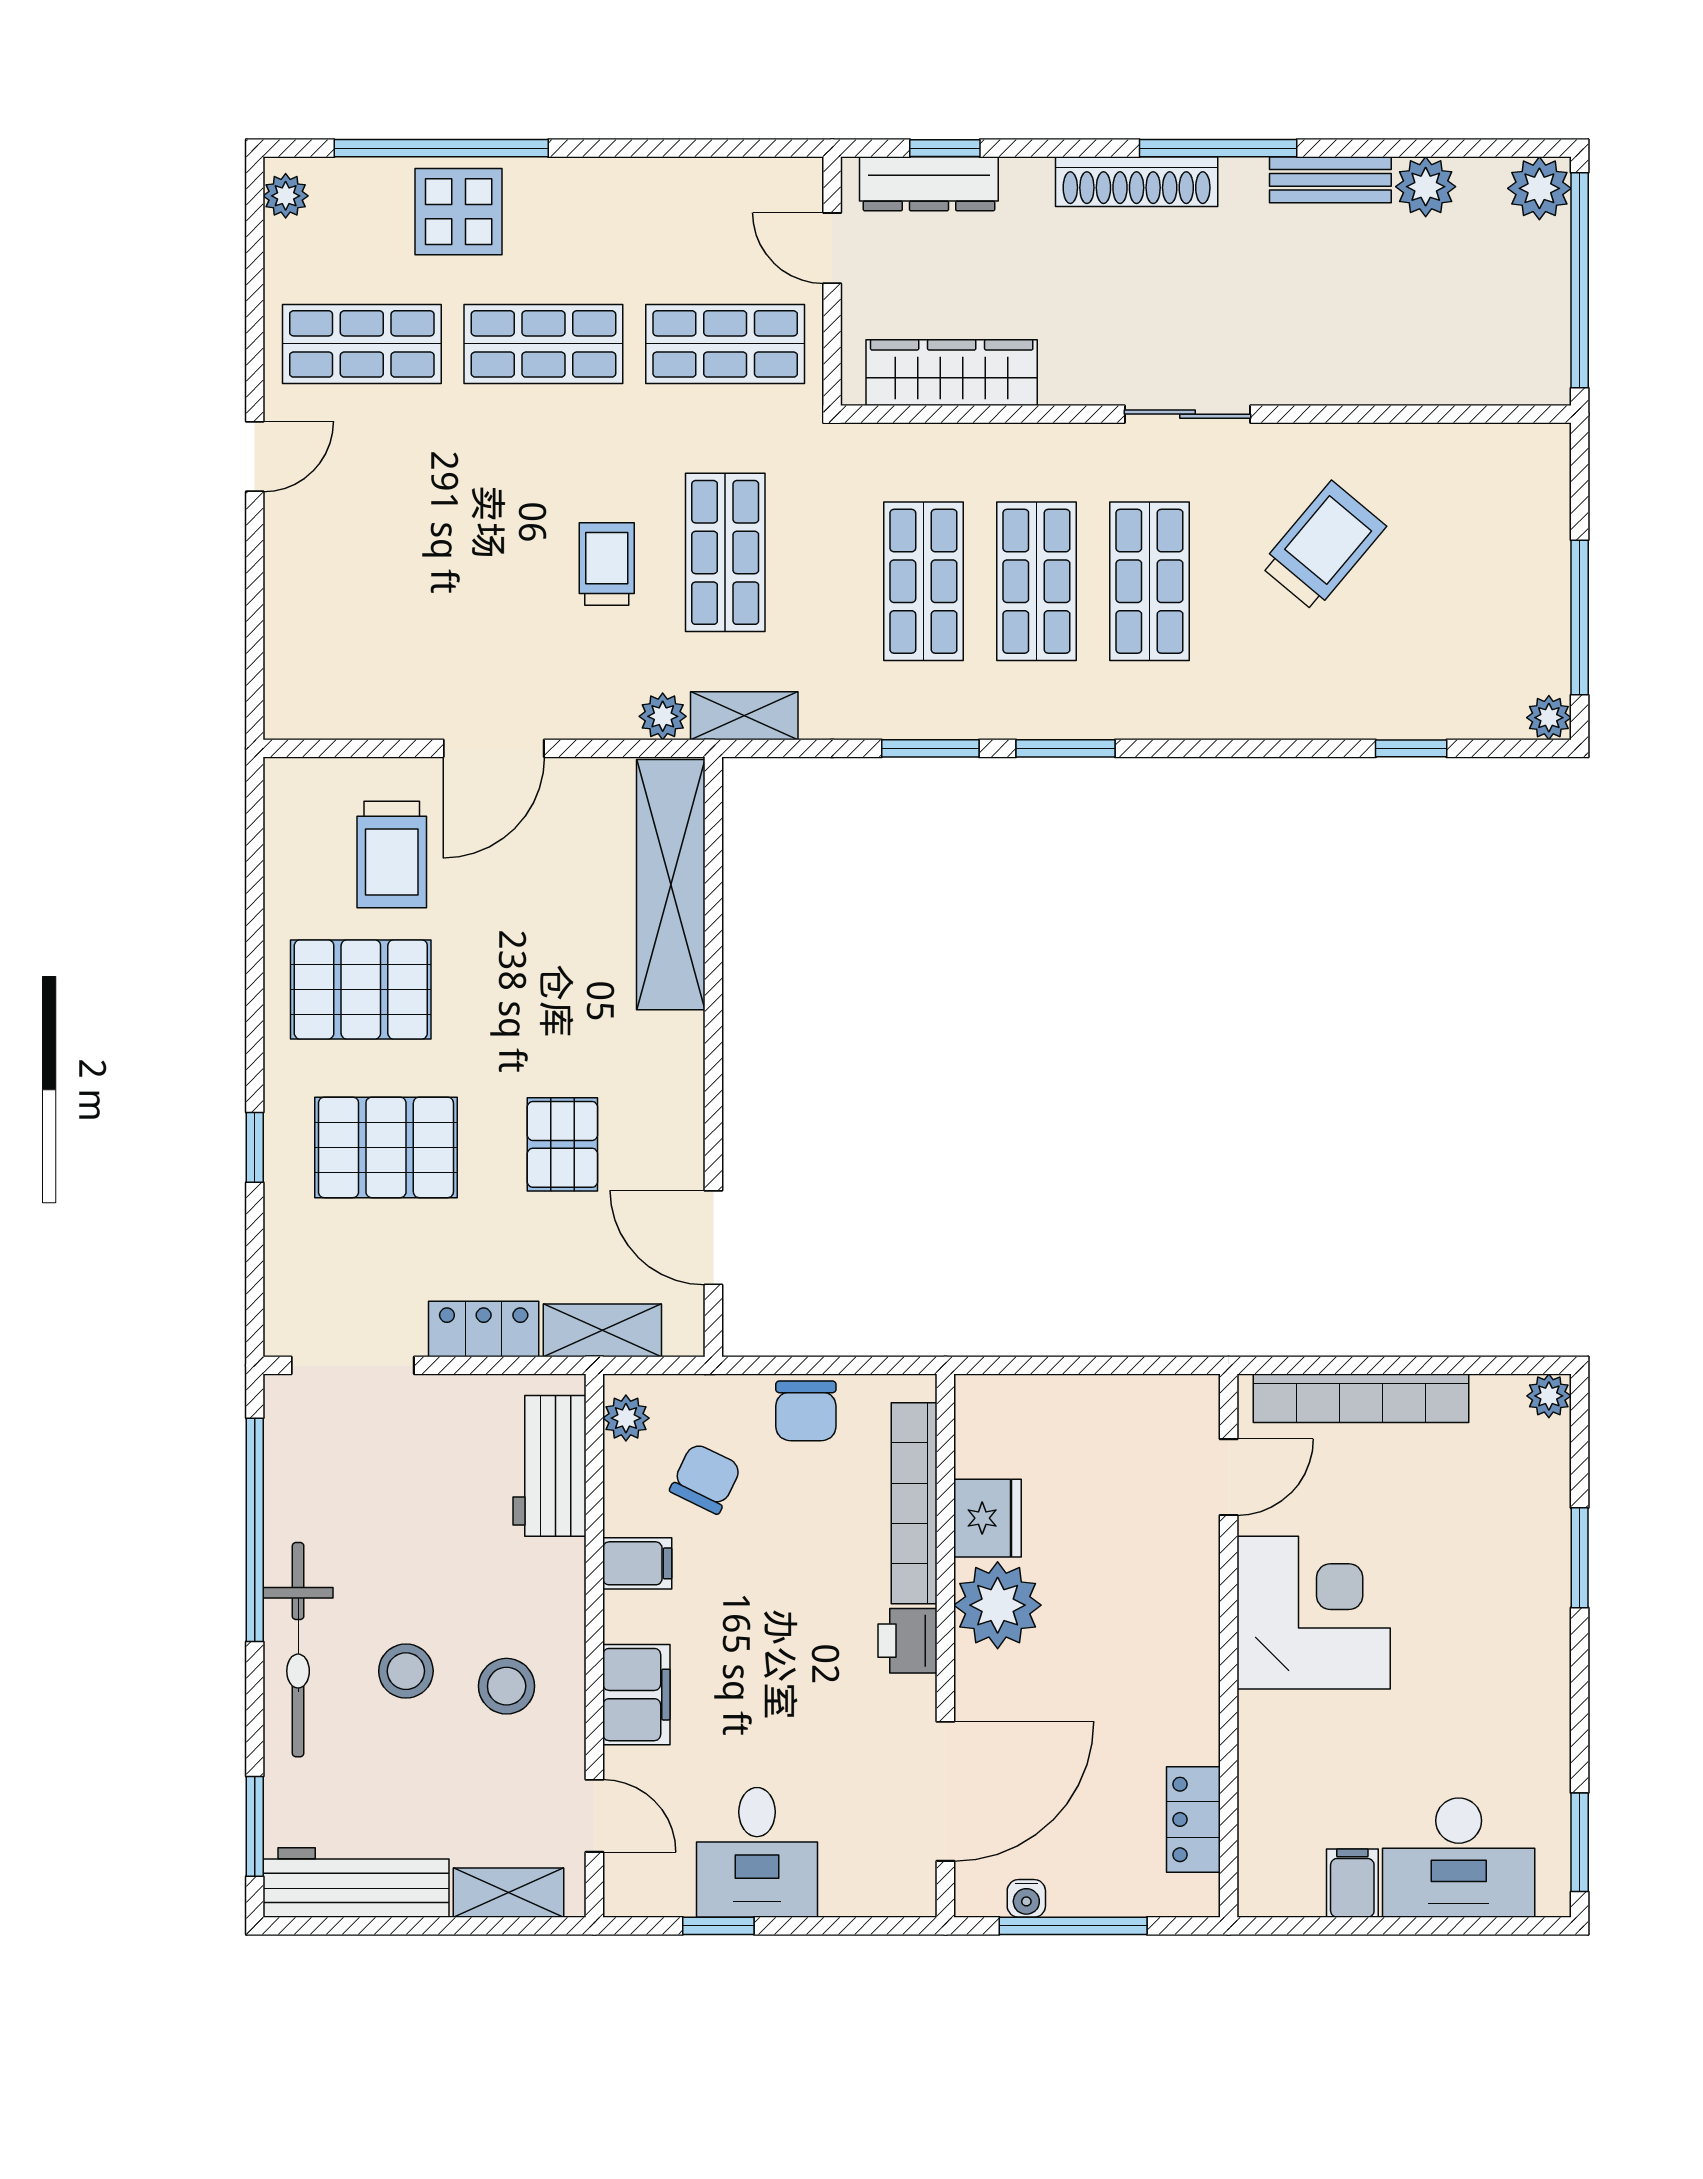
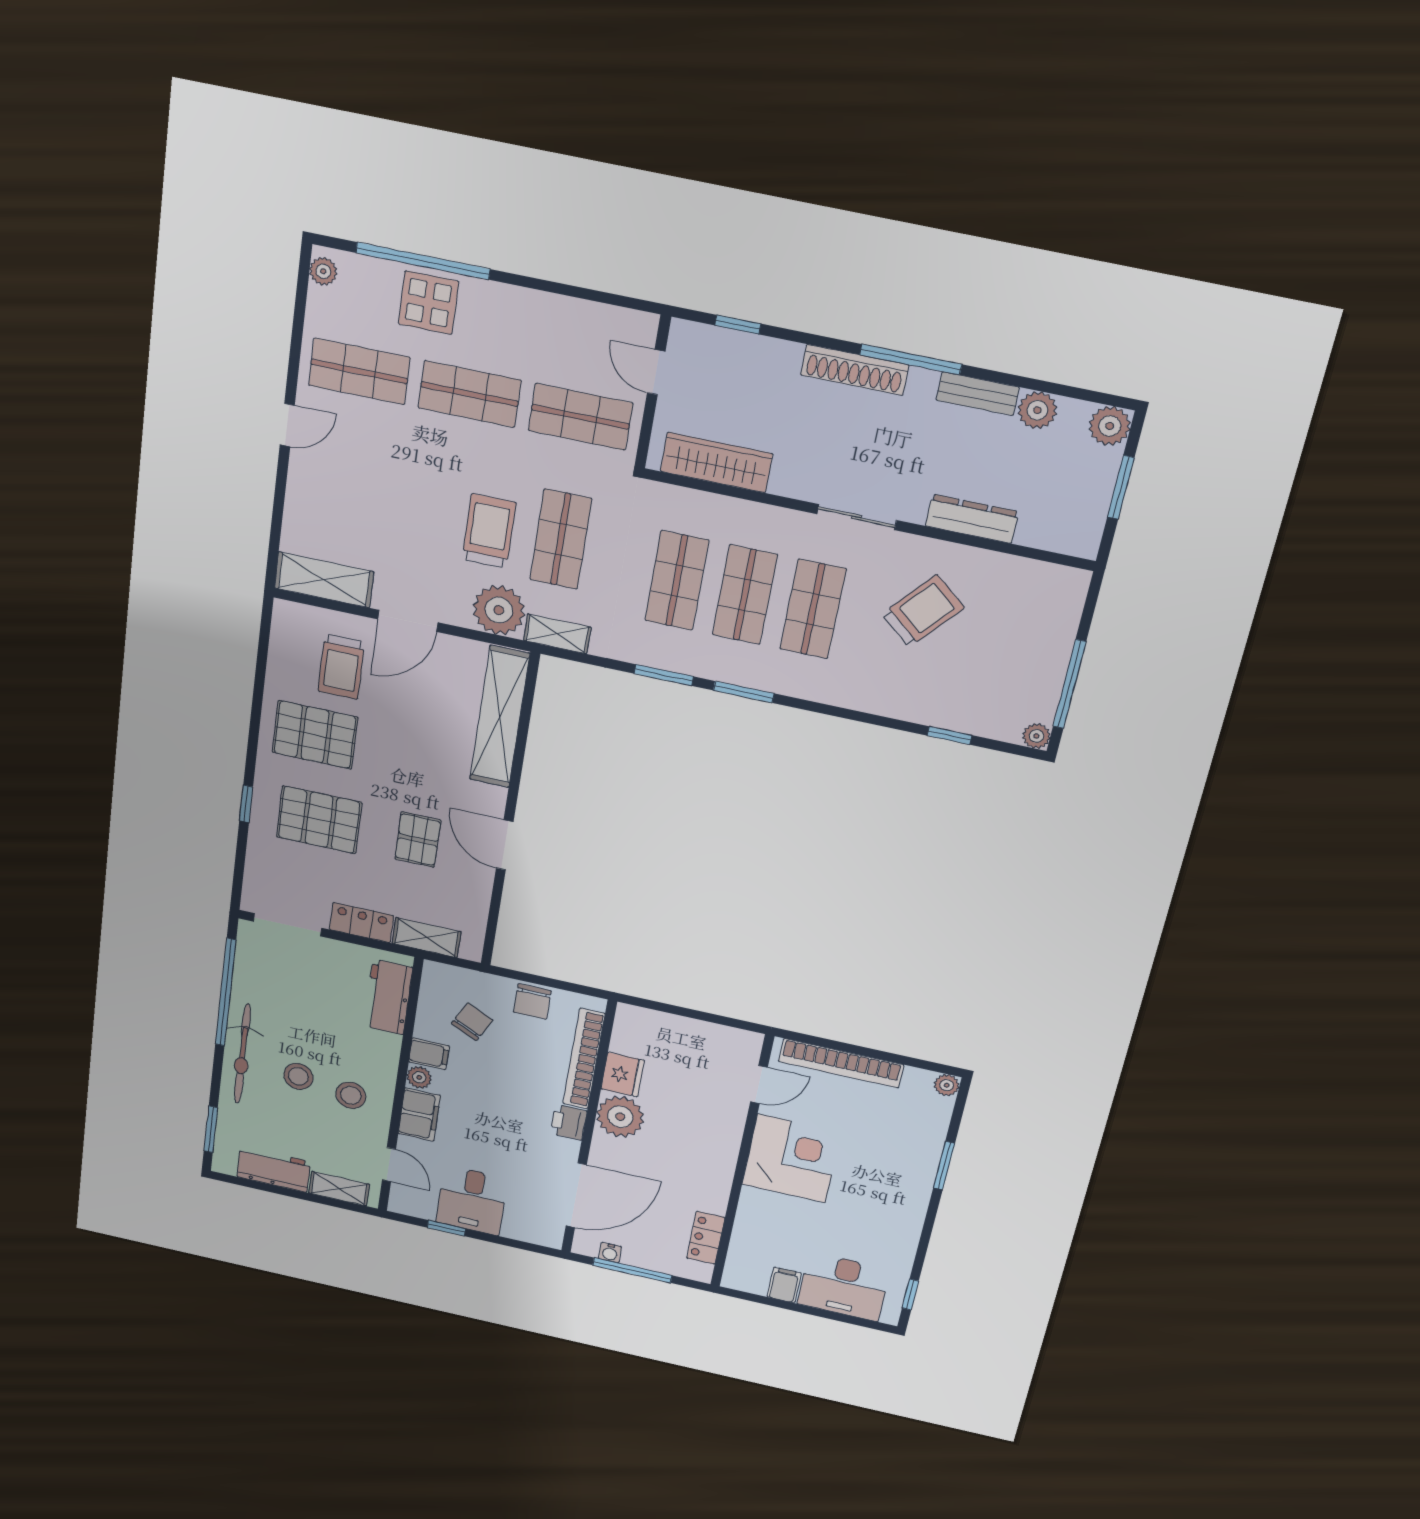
dresser: (929, 184) -> (972, 519), moved, turned 180
window: (1580, 280) -> (1121, 487), width x0.47
trolley: (607, 564) -> (489, 531), width x1.36, depth x1.39
shelving: (345, 707) -> (324, 580), added
plant: (663, 716) -> (499, 610), width x1.88, depth x1.88
door: (713, 1238) -> (505, 845), moved
plant: (626, 1418) -> (419, 1077), moved
window: (1580, 1842) -> (910, 1295), width x0.67
workbench: (356, 1883) -> (274, 1169), width x0.73

